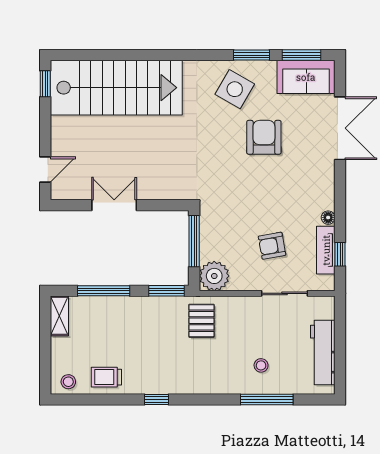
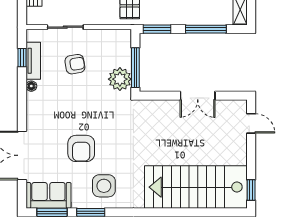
side table: (235, 89) -> (104, 186), turned -30
door: (45, 169) -> (251, 123), swing flipped
plant: (214, 276) -> (120, 79), moved

